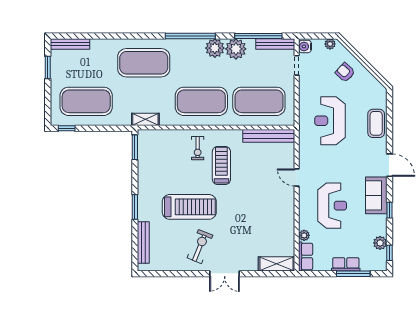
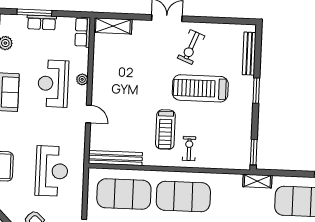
shelving: (145, 119) -> (257, 181), moved
plant: (304, 235) -> (82, 79), moved

